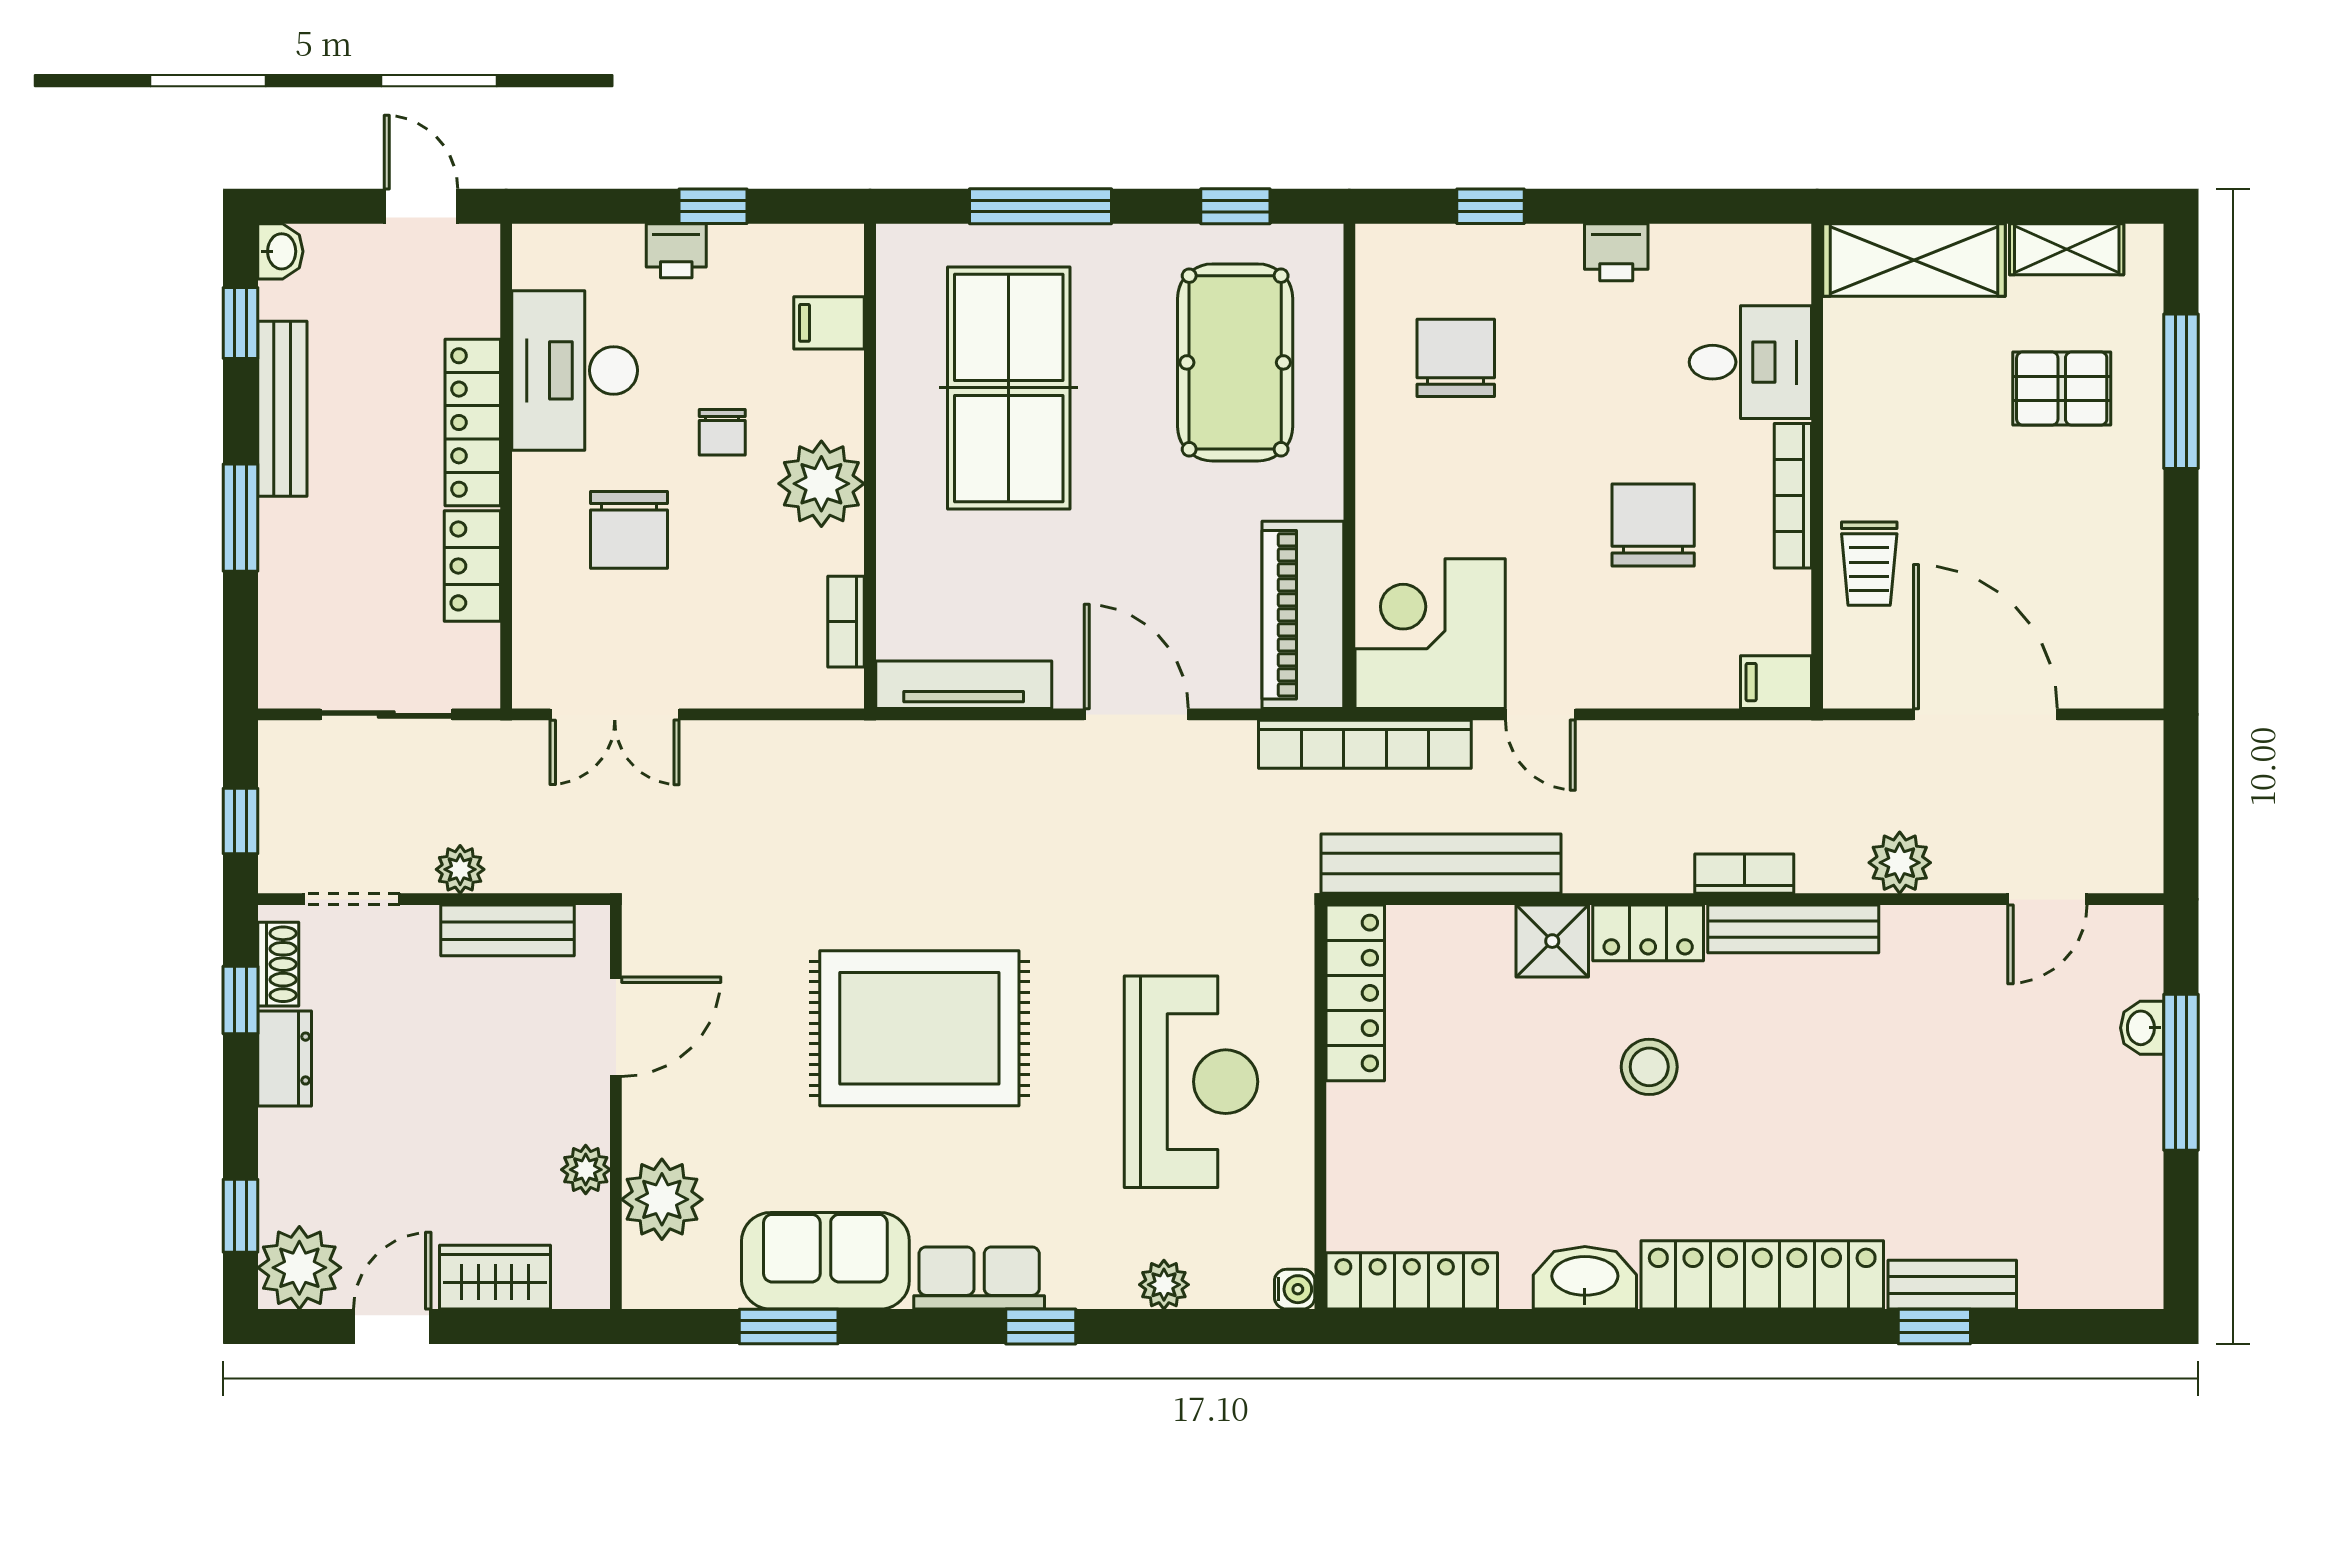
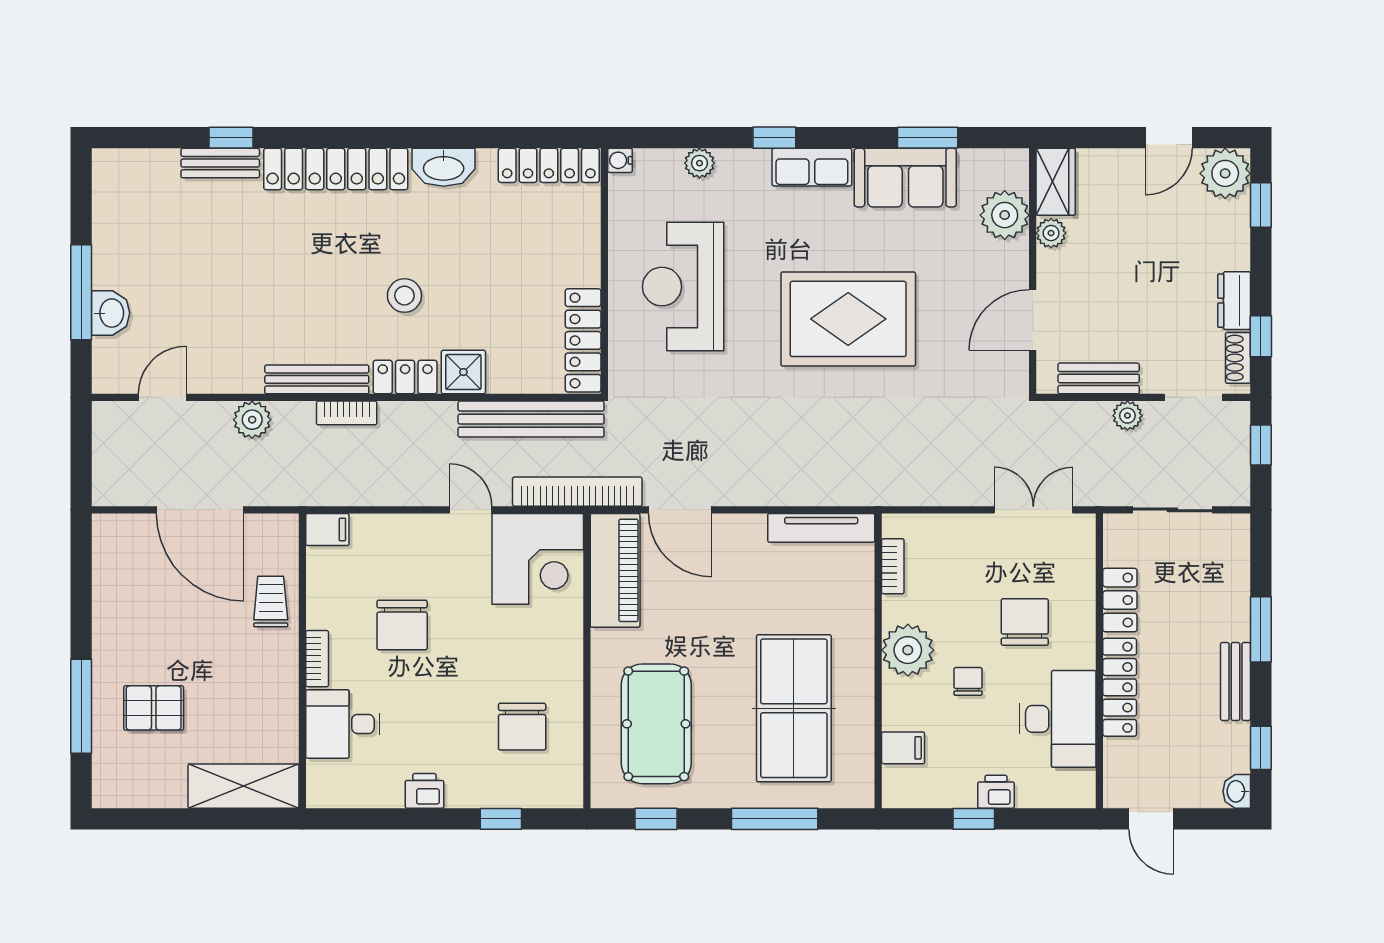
shelving: (2067, 249) -> (151, 793), removed
bench: (282, 409) -> (1235, 681), width x0.73
bookcase: (1793, 496) -> (317, 659), width x0.64
door: (1136, 714) -> (680, 510), moved
washbasin: (2142, 1028) -> (111, 313), width x1.38, depth x1.45
wardrobe: (495, 1277) -> (1056, 182), moved, turned -90

